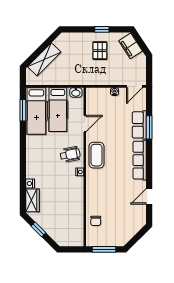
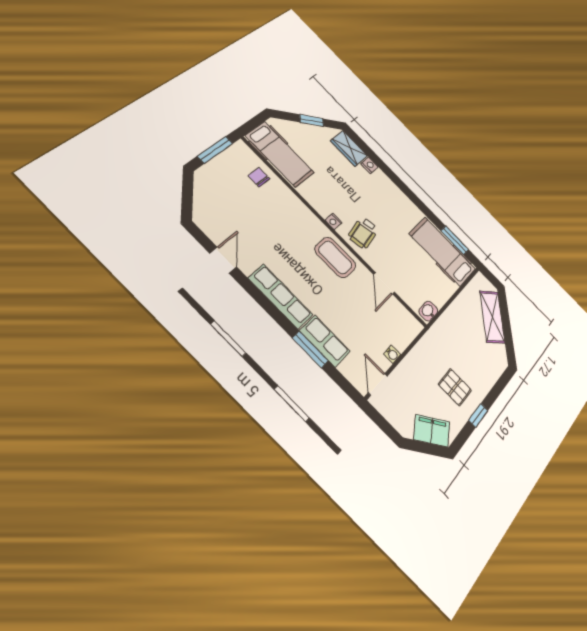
hospital bed: (58, 110) -> (280, 154), moved, turned 180

